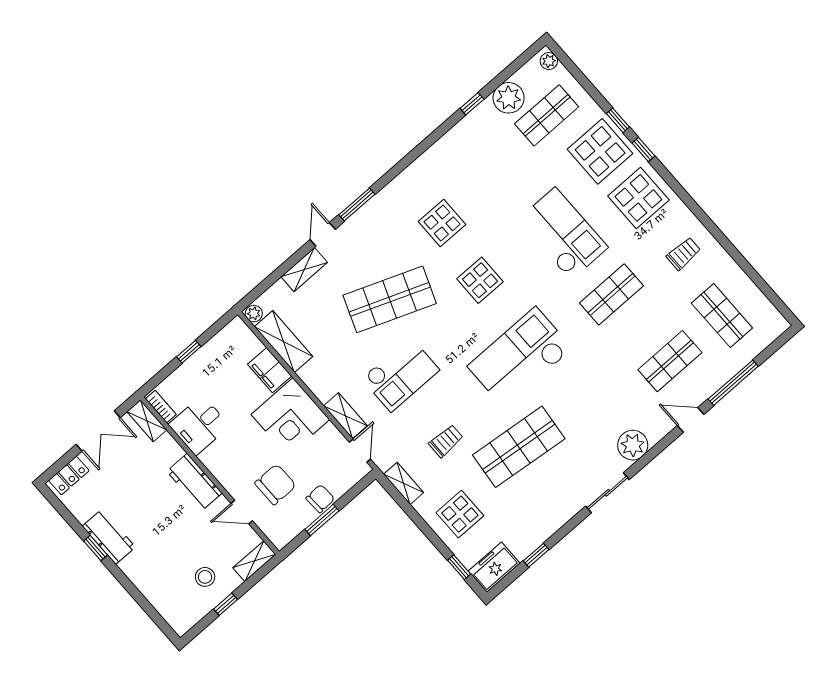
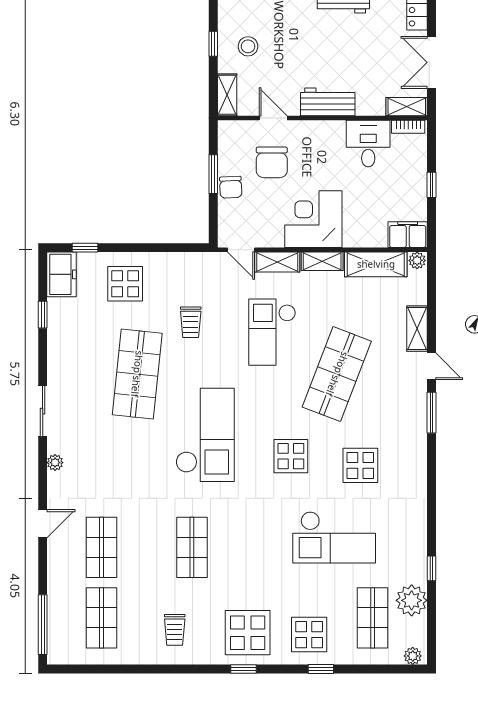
window: (643, 150) -> (243, 669), moved
display table: (600, 151) -> (309, 635), width x0.73, depth x0.73
checkout: (563, 234) -> (334, 537), moved
shop shelf: (722, 316) -> (102, 618), turned 90
filing cabinet: (270, 370) -> (408, 235), moved
window: (733, 383) -> (43, 625), moved
plant: (633, 445) -> (55, 463), width x0.53, depth x0.53
shelving: (404, 483) -> (322, 261), moved
door: (242, 512) -> (273, 118), hinge flipped

